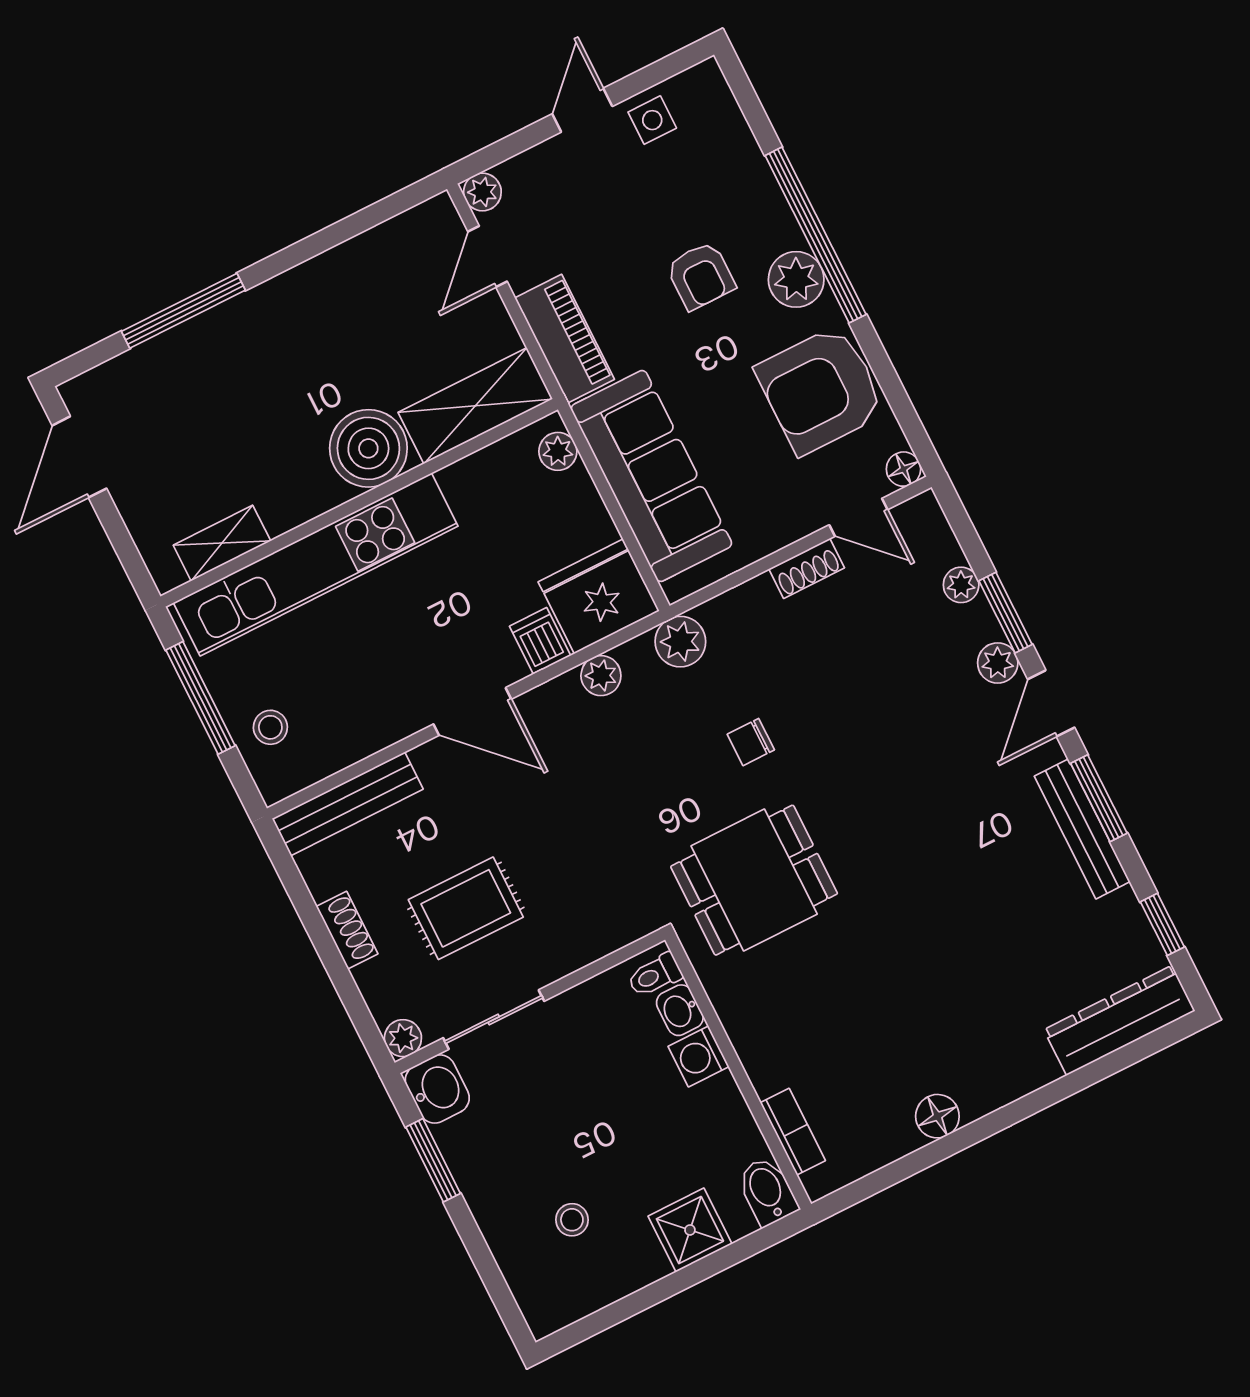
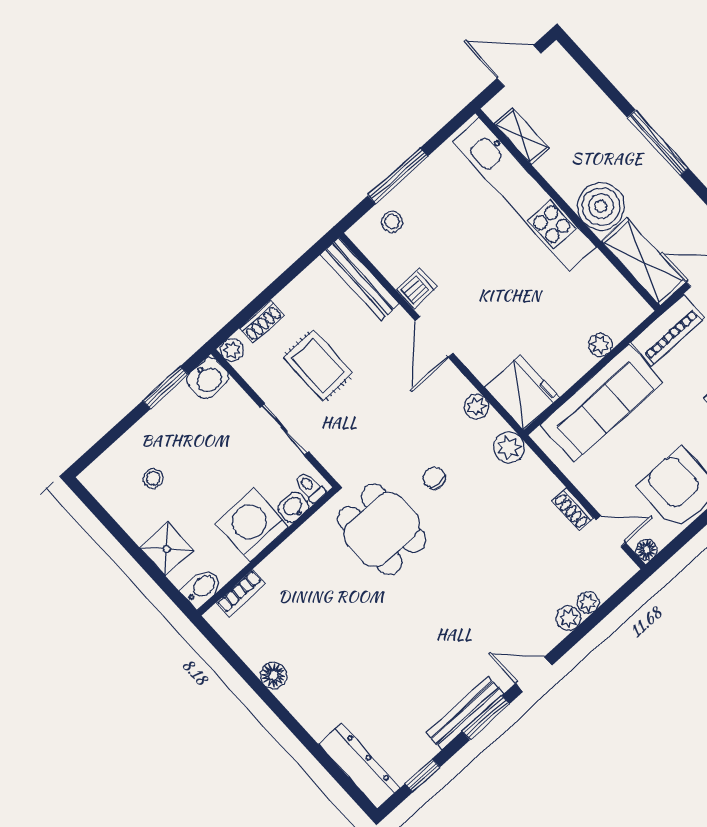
window: (183, 311) -> (658, 143), moved
shelving: (475, 406) -> (643, 262), moved
boiler: (368, 448) -> (601, 206), moved
wall: (359, 503) -> (568, 210), moved
door: (858, 517) -> (611, 531), swing flipped
shelving: (222, 543) -> (522, 136), moved
kitchen unit: (316, 564) -> (525, 194), moved
window: (1006, 613) -> (579, 633), removed
dishwasher: (540, 641) -> (417, 288), moved
plant: (998, 663) -> (568, 618), moved
chair: (751, 742) -> (434, 478), moved
shoe rack: (347, 930) -> (262, 322), moved
sliding door: (494, 1020) -> (284, 429), moved
washing machine: (699, 1056) -> (252, 525), width x1.89, depth x1.89

